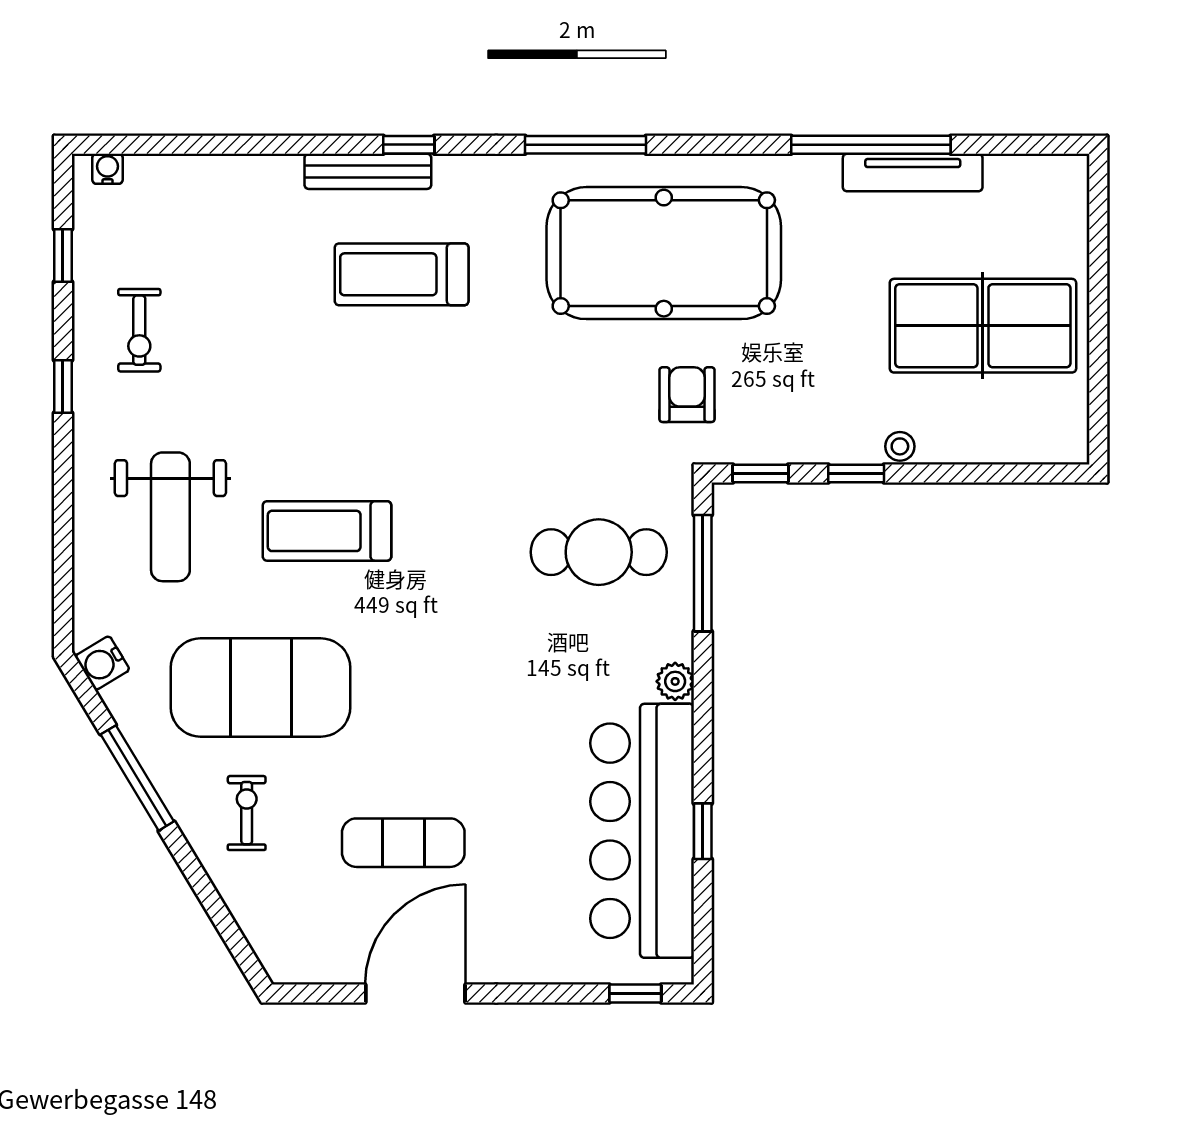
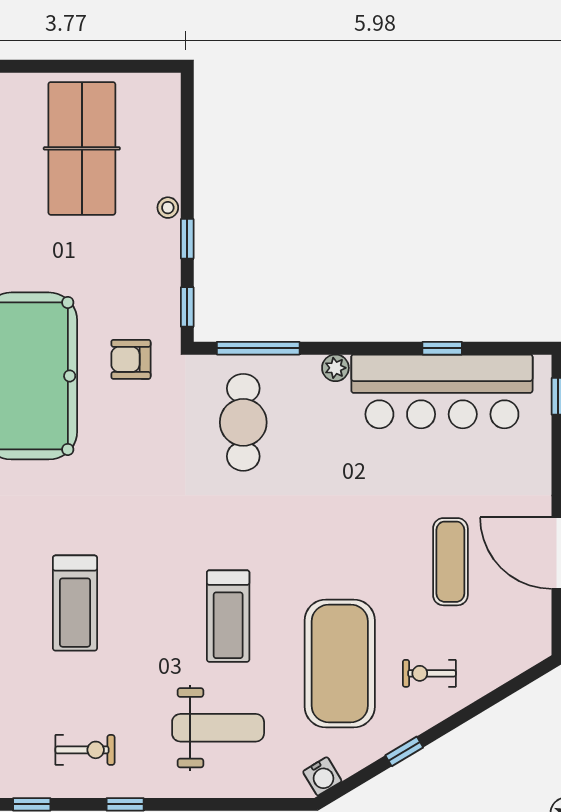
treadmill: (402, 274) -> (75, 603), moved
window: (137, 778) -> (404, 751), width x0.46

